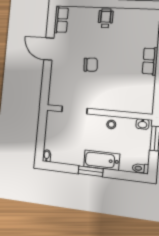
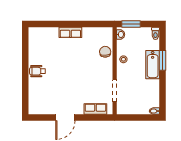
row of seats: (61, 20) -> (95, 109), moved
chair: (91, 65) -> (105, 52), moved
window: (91, 171) -> (162, 60), moved

